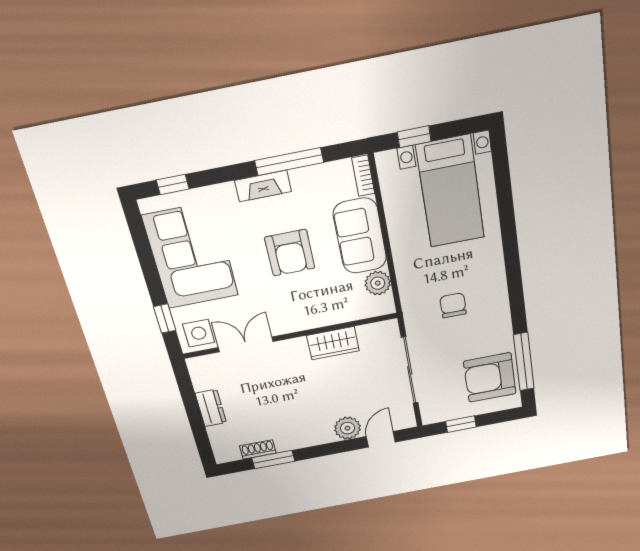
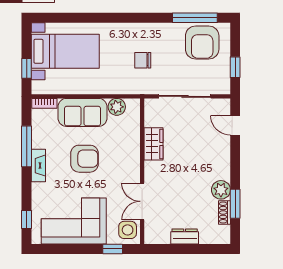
plant: (347, 428) -> (221, 190), moved

